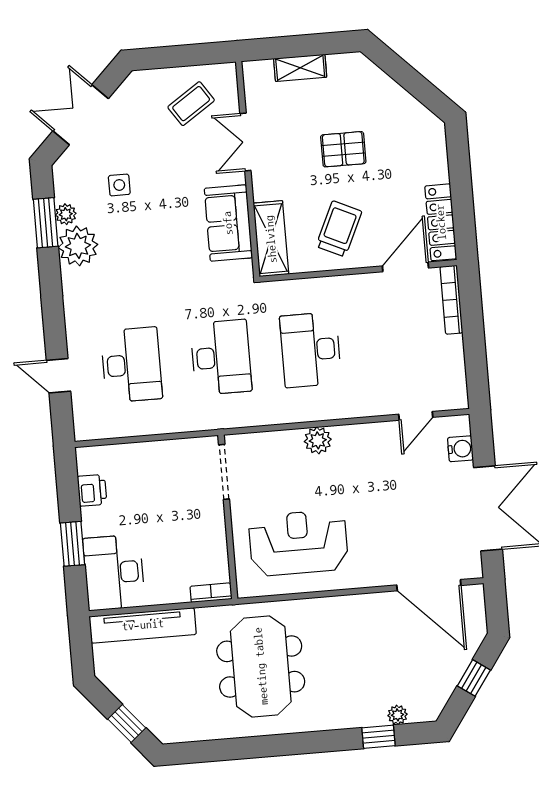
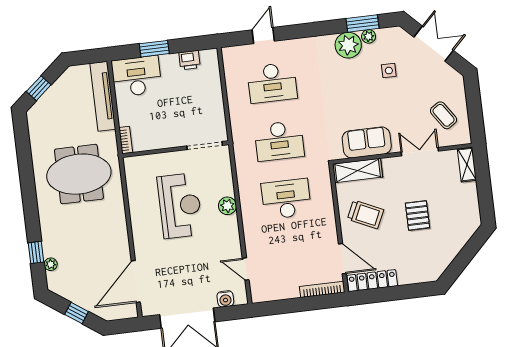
shelving: (300, 68) -> (467, 165), moved
reception desk: (298, 543) -> (180, 206), moved

